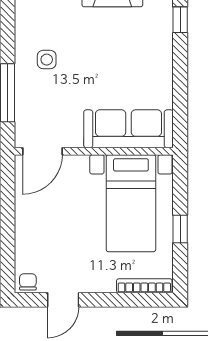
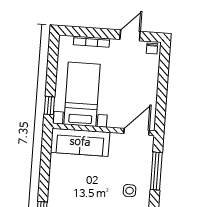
window: (180, 229) -> (49, 106), moved
bookcase: (144, 286) -> (92, 42), moved

